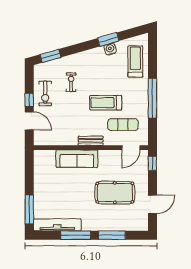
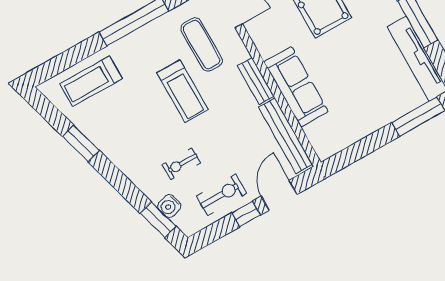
water cooler: (110, 49) -> (169, 206), moved
bench: (56, 140) -> (286, 136), added

